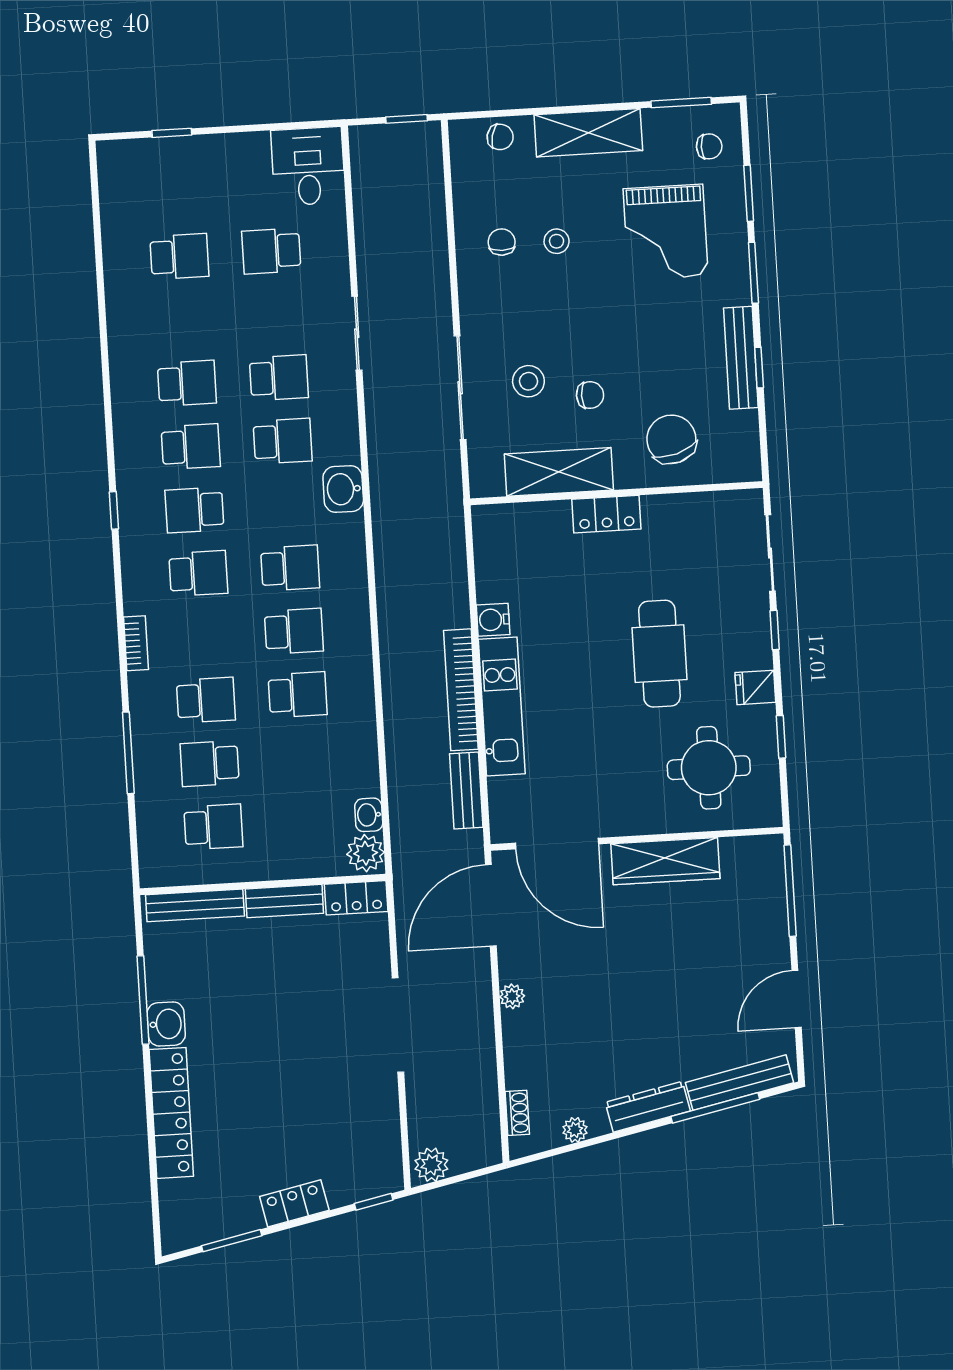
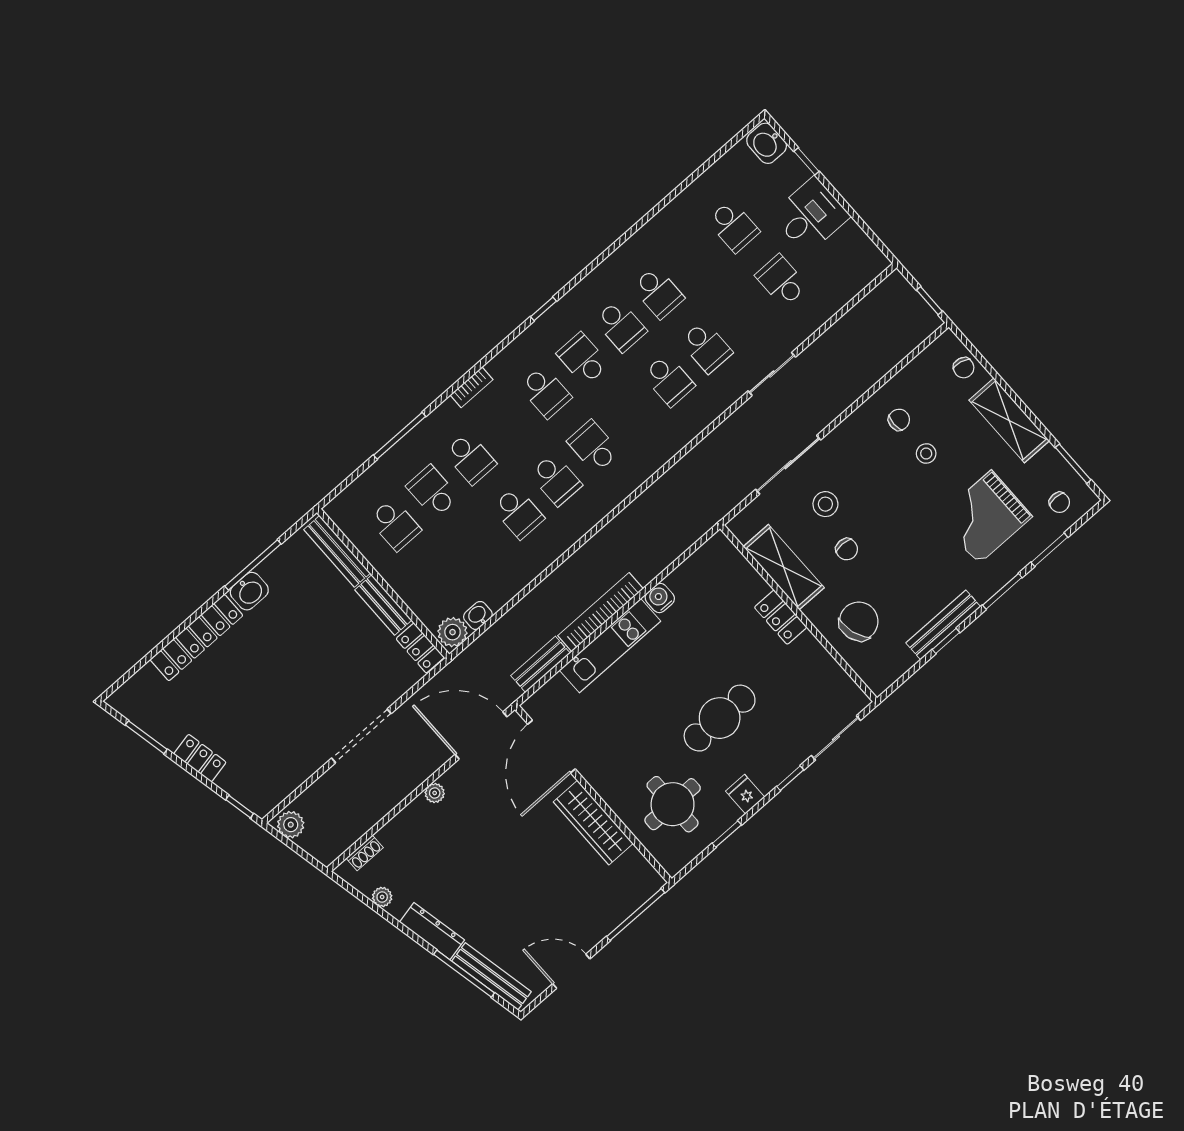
desk: (308, 166) -> (811, 215), moved
washbasin: (343, 489) -> (767, 143), moved, turned -90
school desk: (290, 568) -> (593, 447), turned 180

